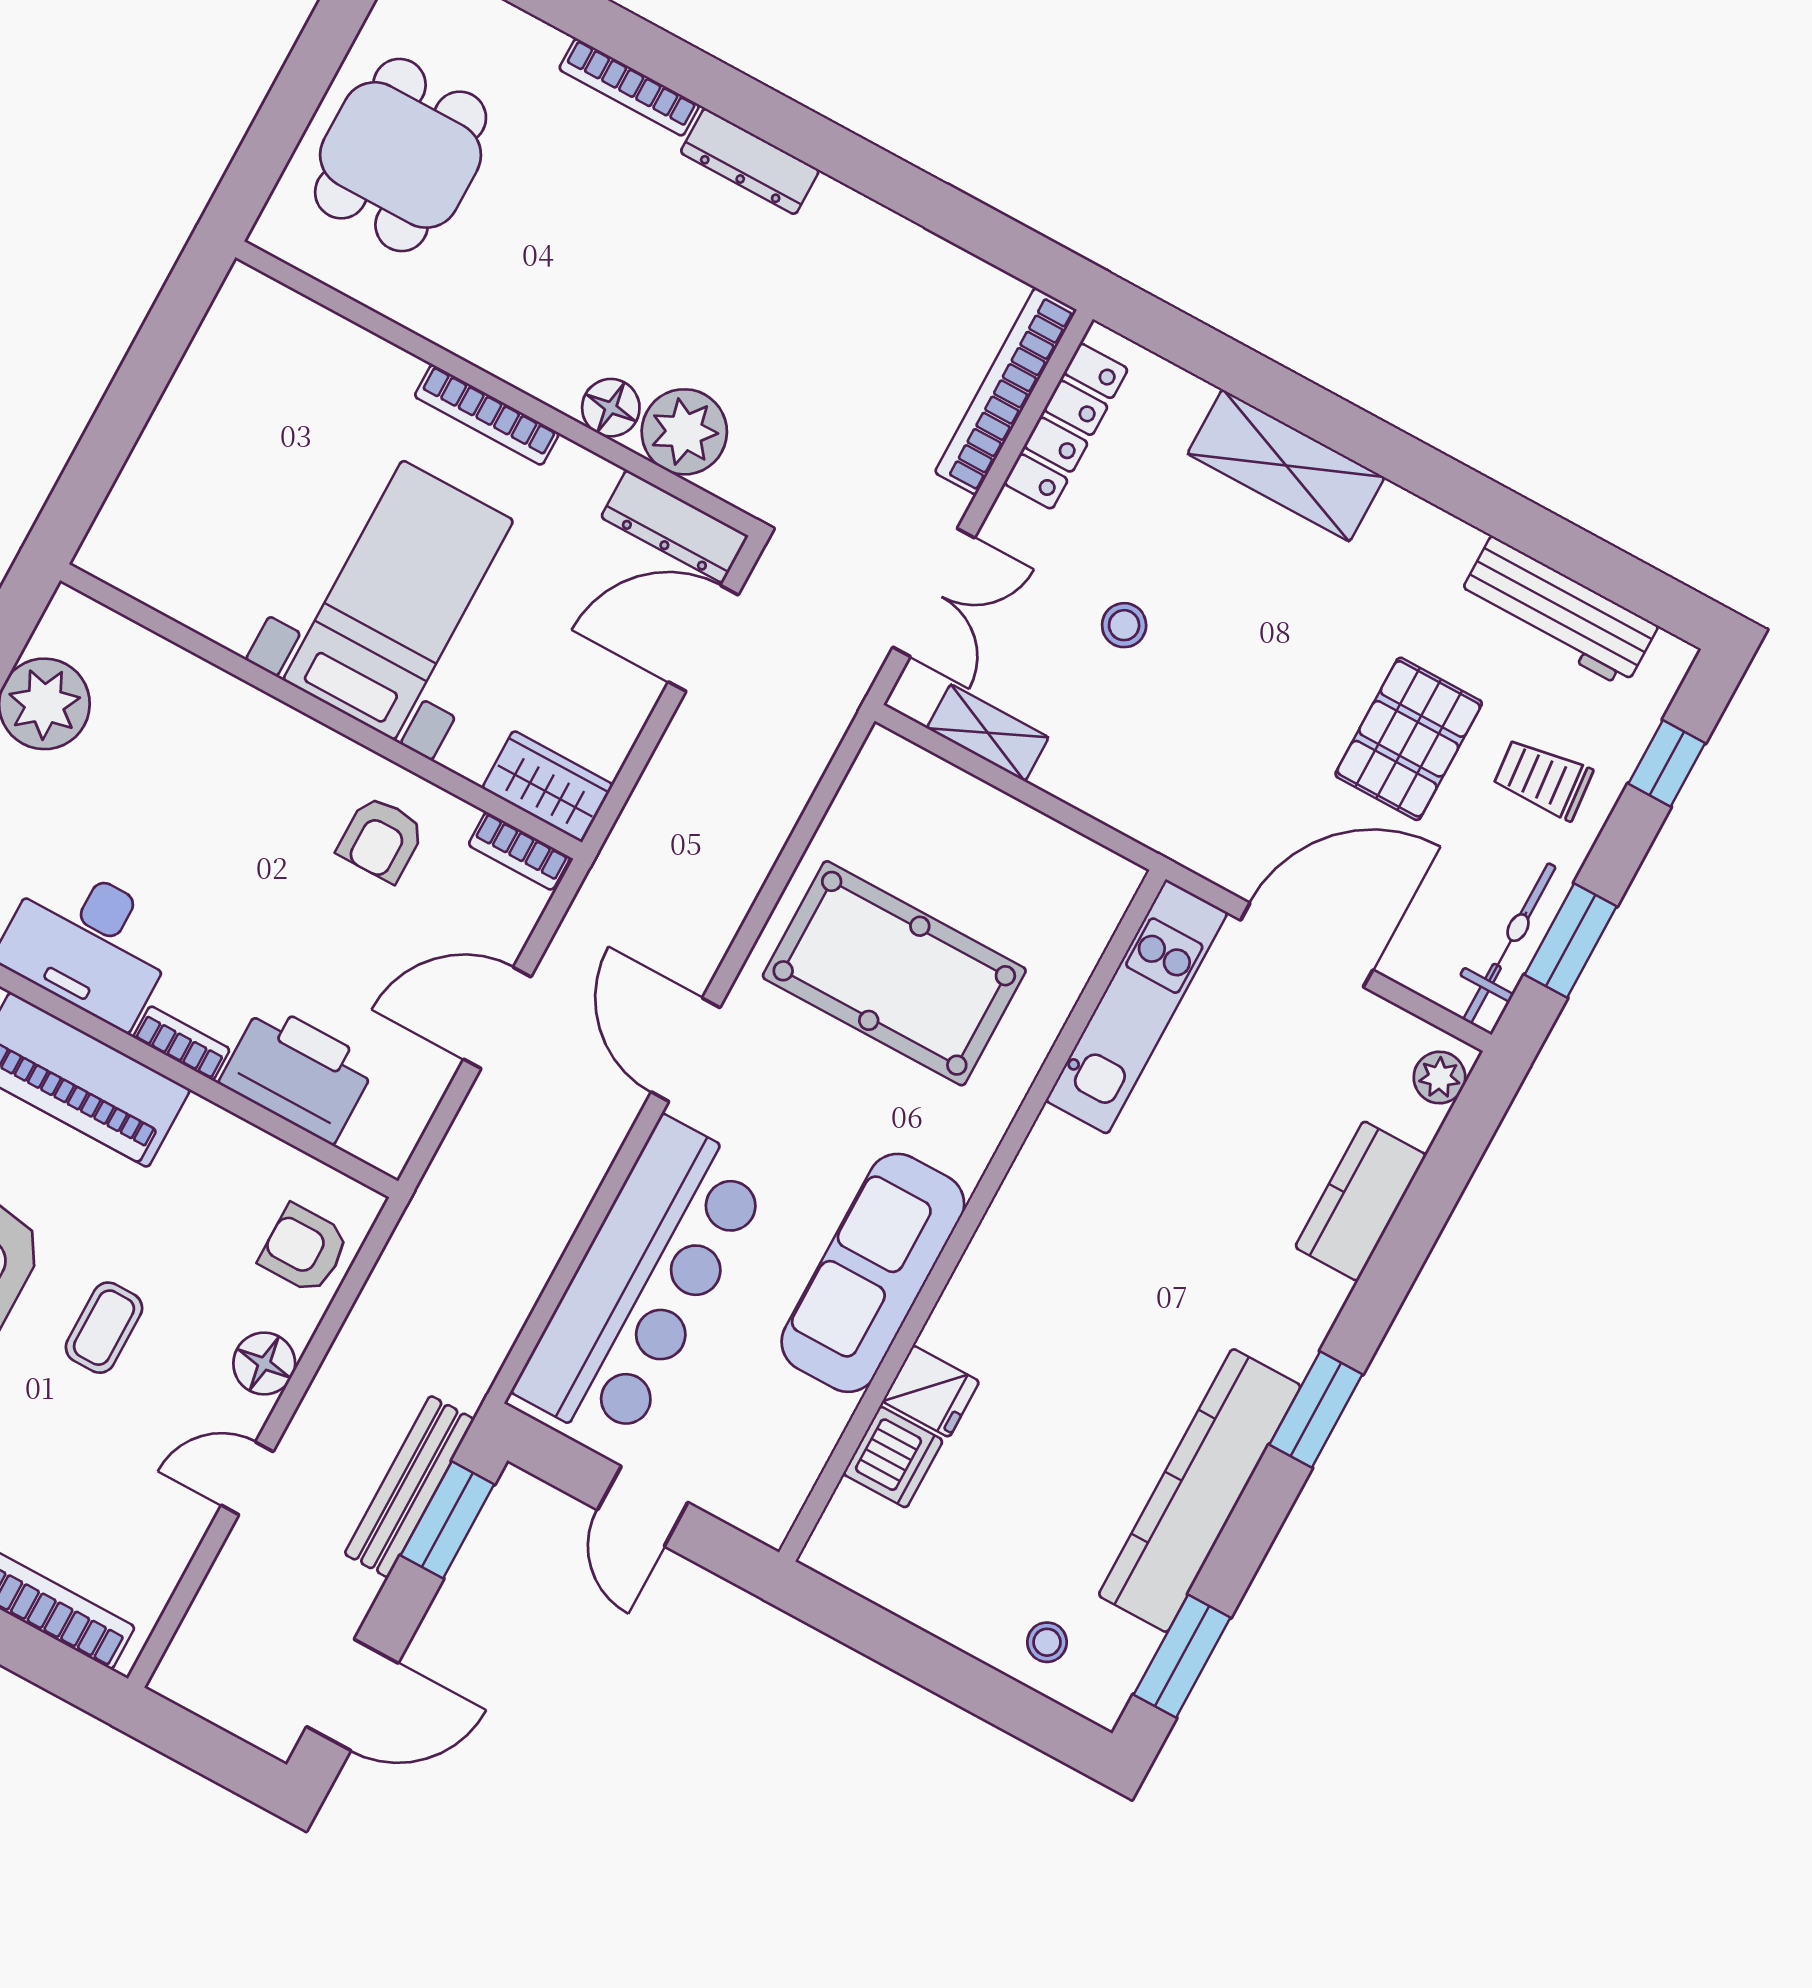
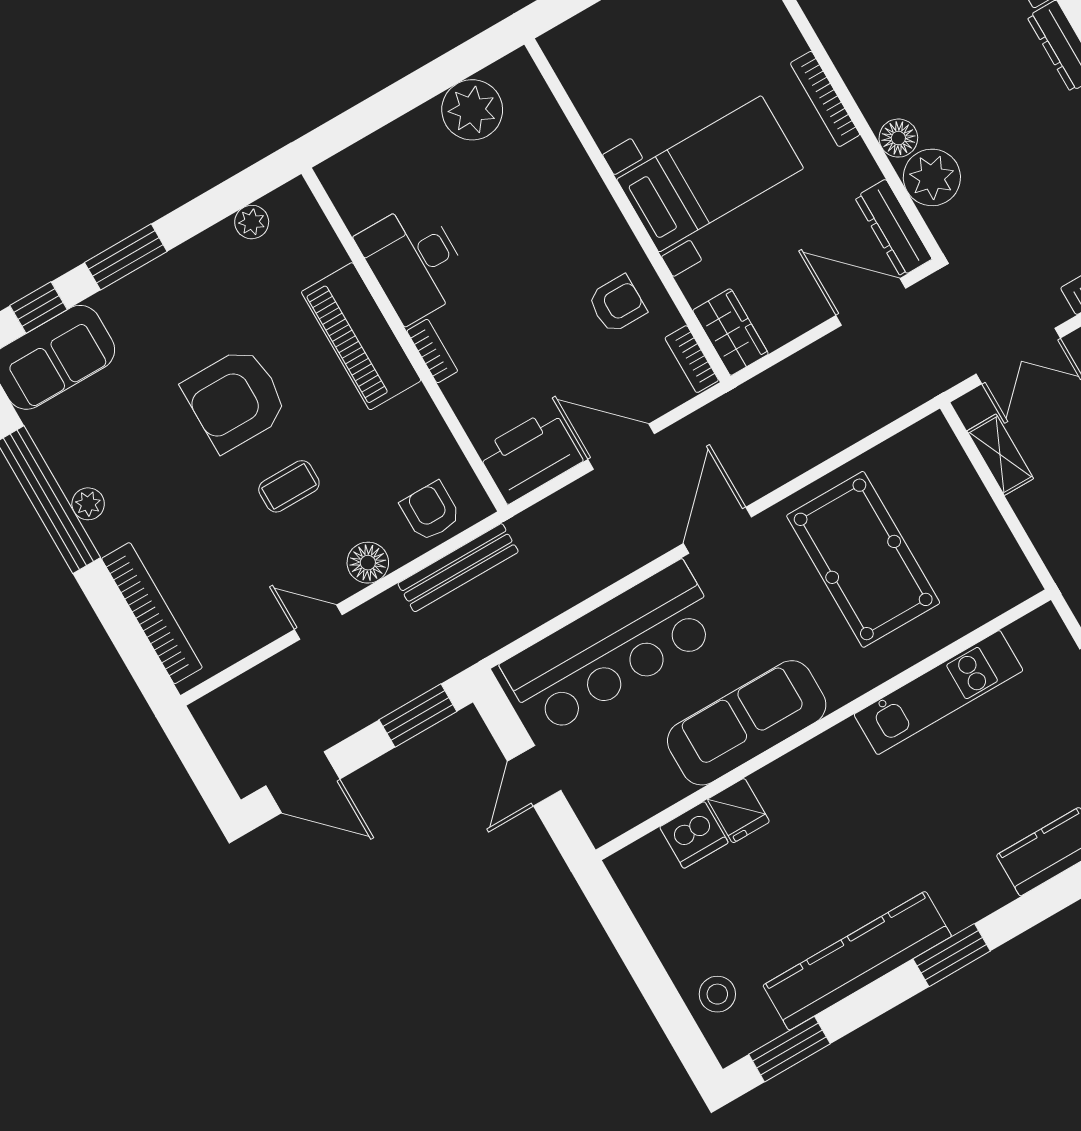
armchair: (381, 839) -> (617, 304), turned 180
kitchen unit: (1137, 1007) -> (938, 693), moved
printer: (298, 1073) -> (530, 456), moved, turned -90
bench: (409, 1487) -> (458, 568), moved
stool: (1047, 1642) -> (717, 994), width x1.37, depth x1.37

